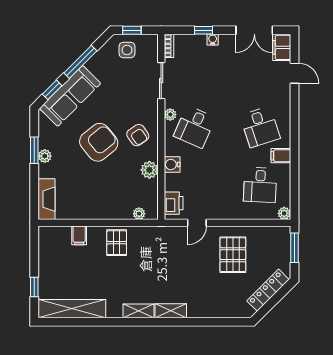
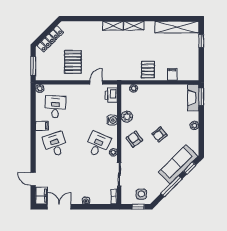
window: (203, 30) -> (92, 207), removed
armchair: (99, 142) -> (160, 134), width x0.53, depth x0.53
window: (34, 150) -> (201, 97), moved

